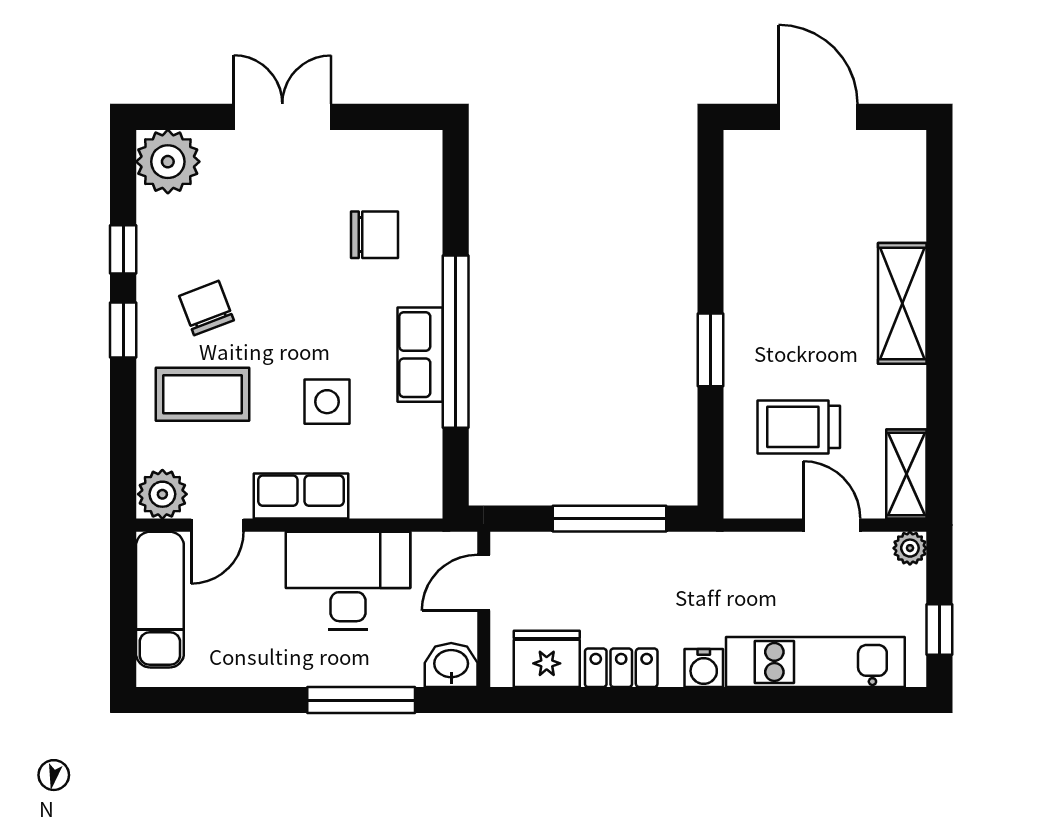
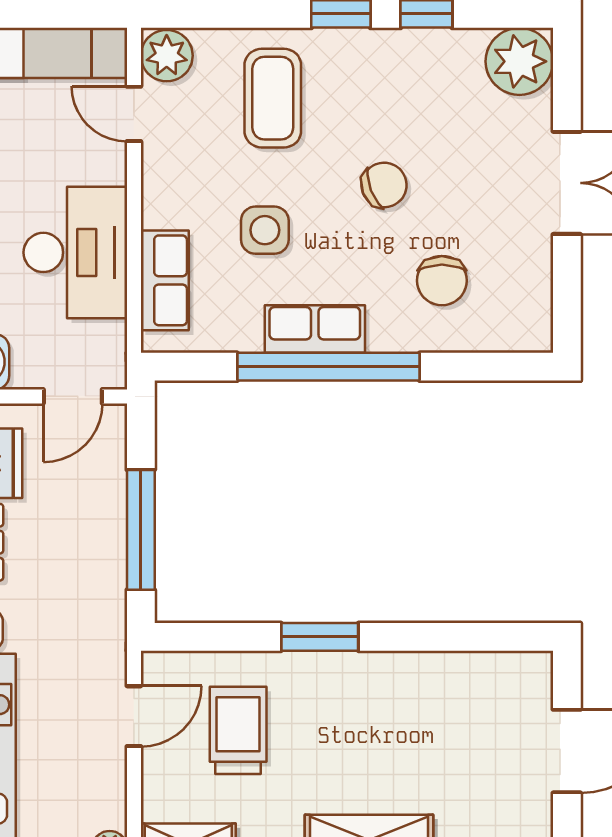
chair: (206, 308) -> (384, 185), moved
row of seats: (301, 496) -> (165, 280), moved
door: (832, 525) -> (134, 716), moved
door: (484, 583) -> (73, 396), swing flipped

